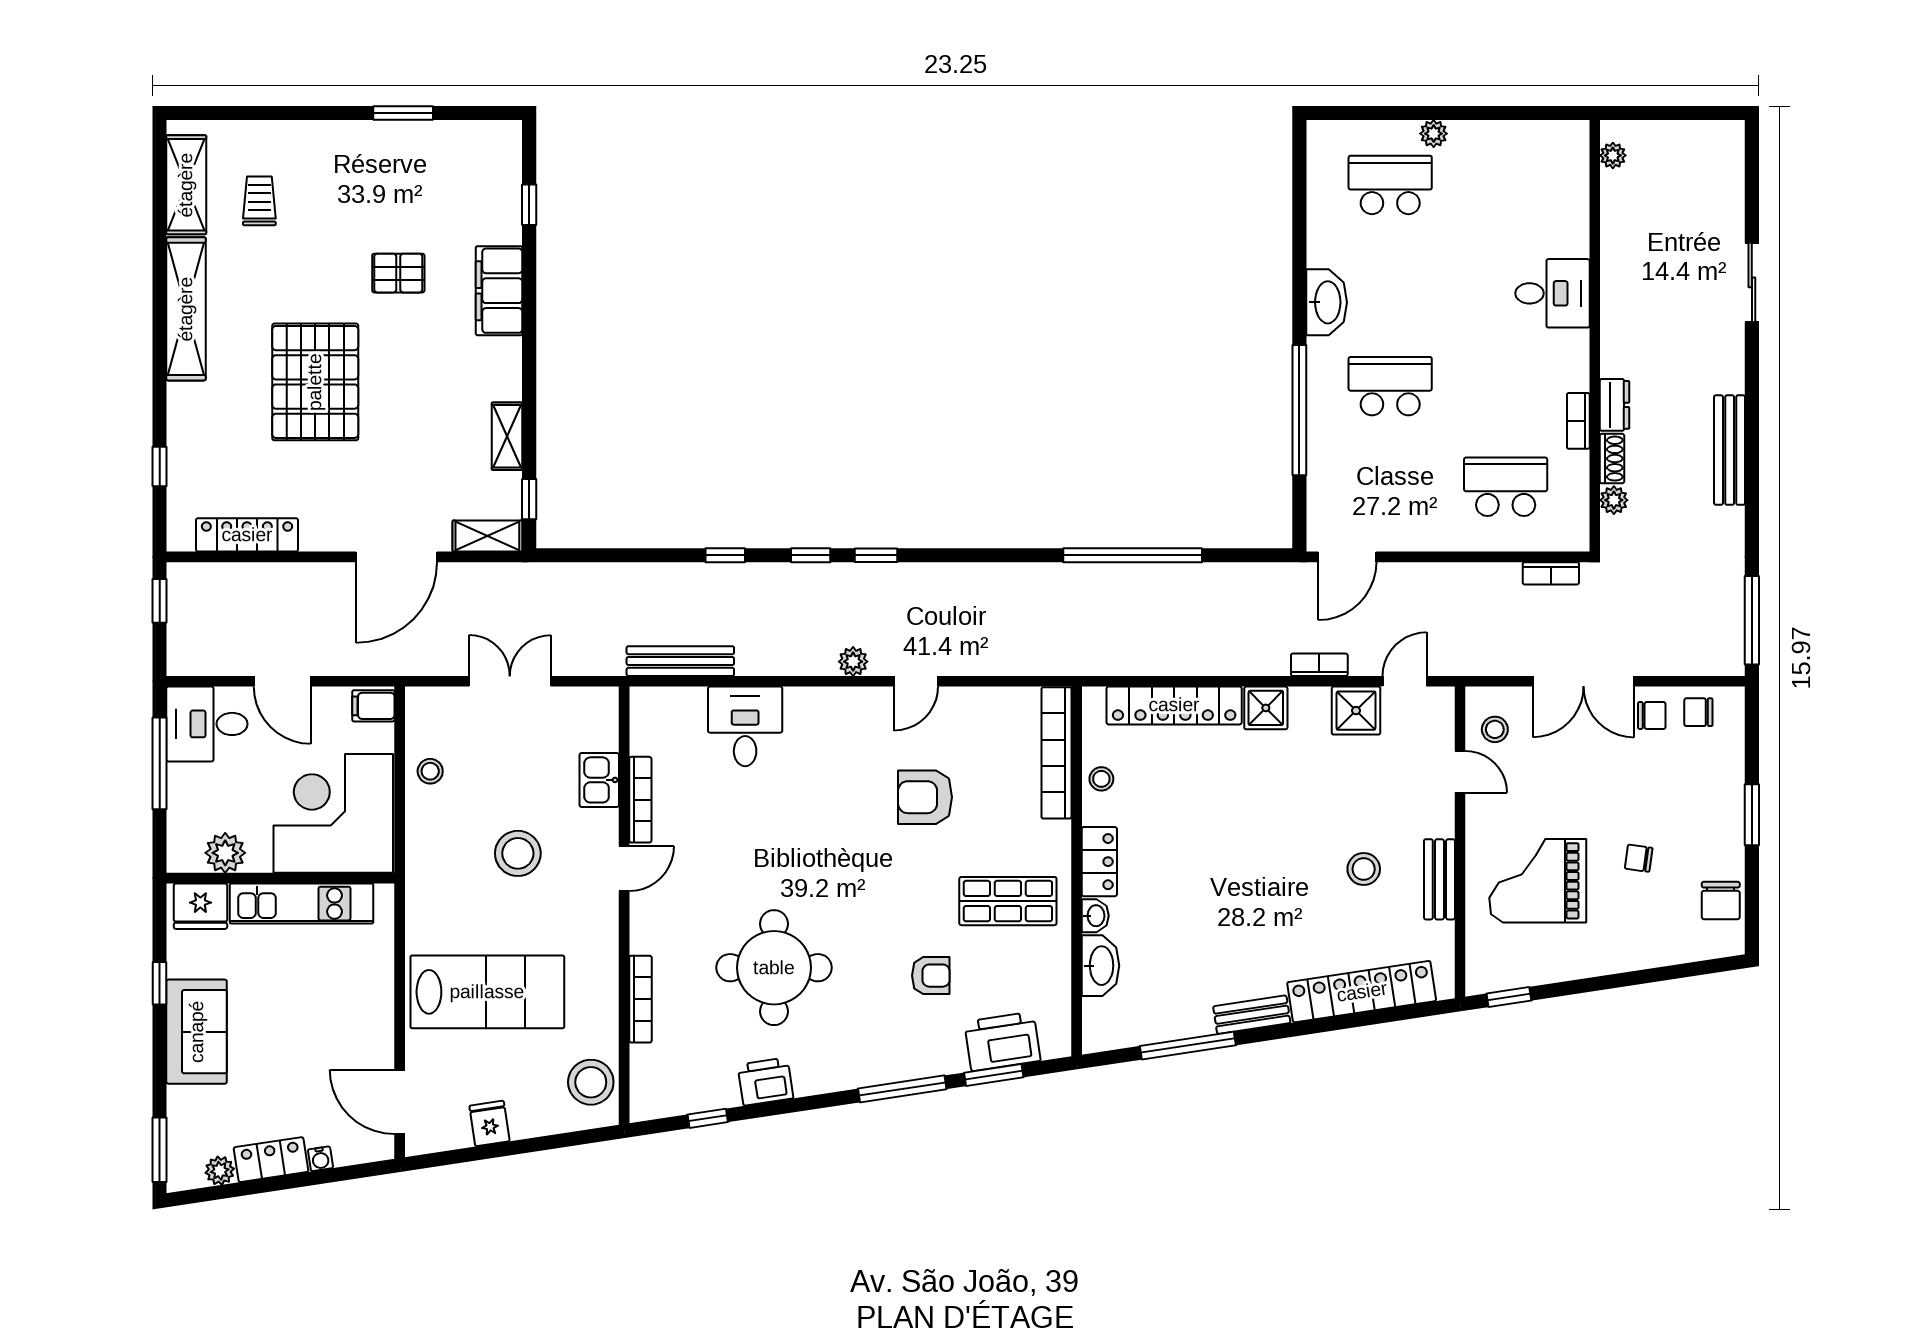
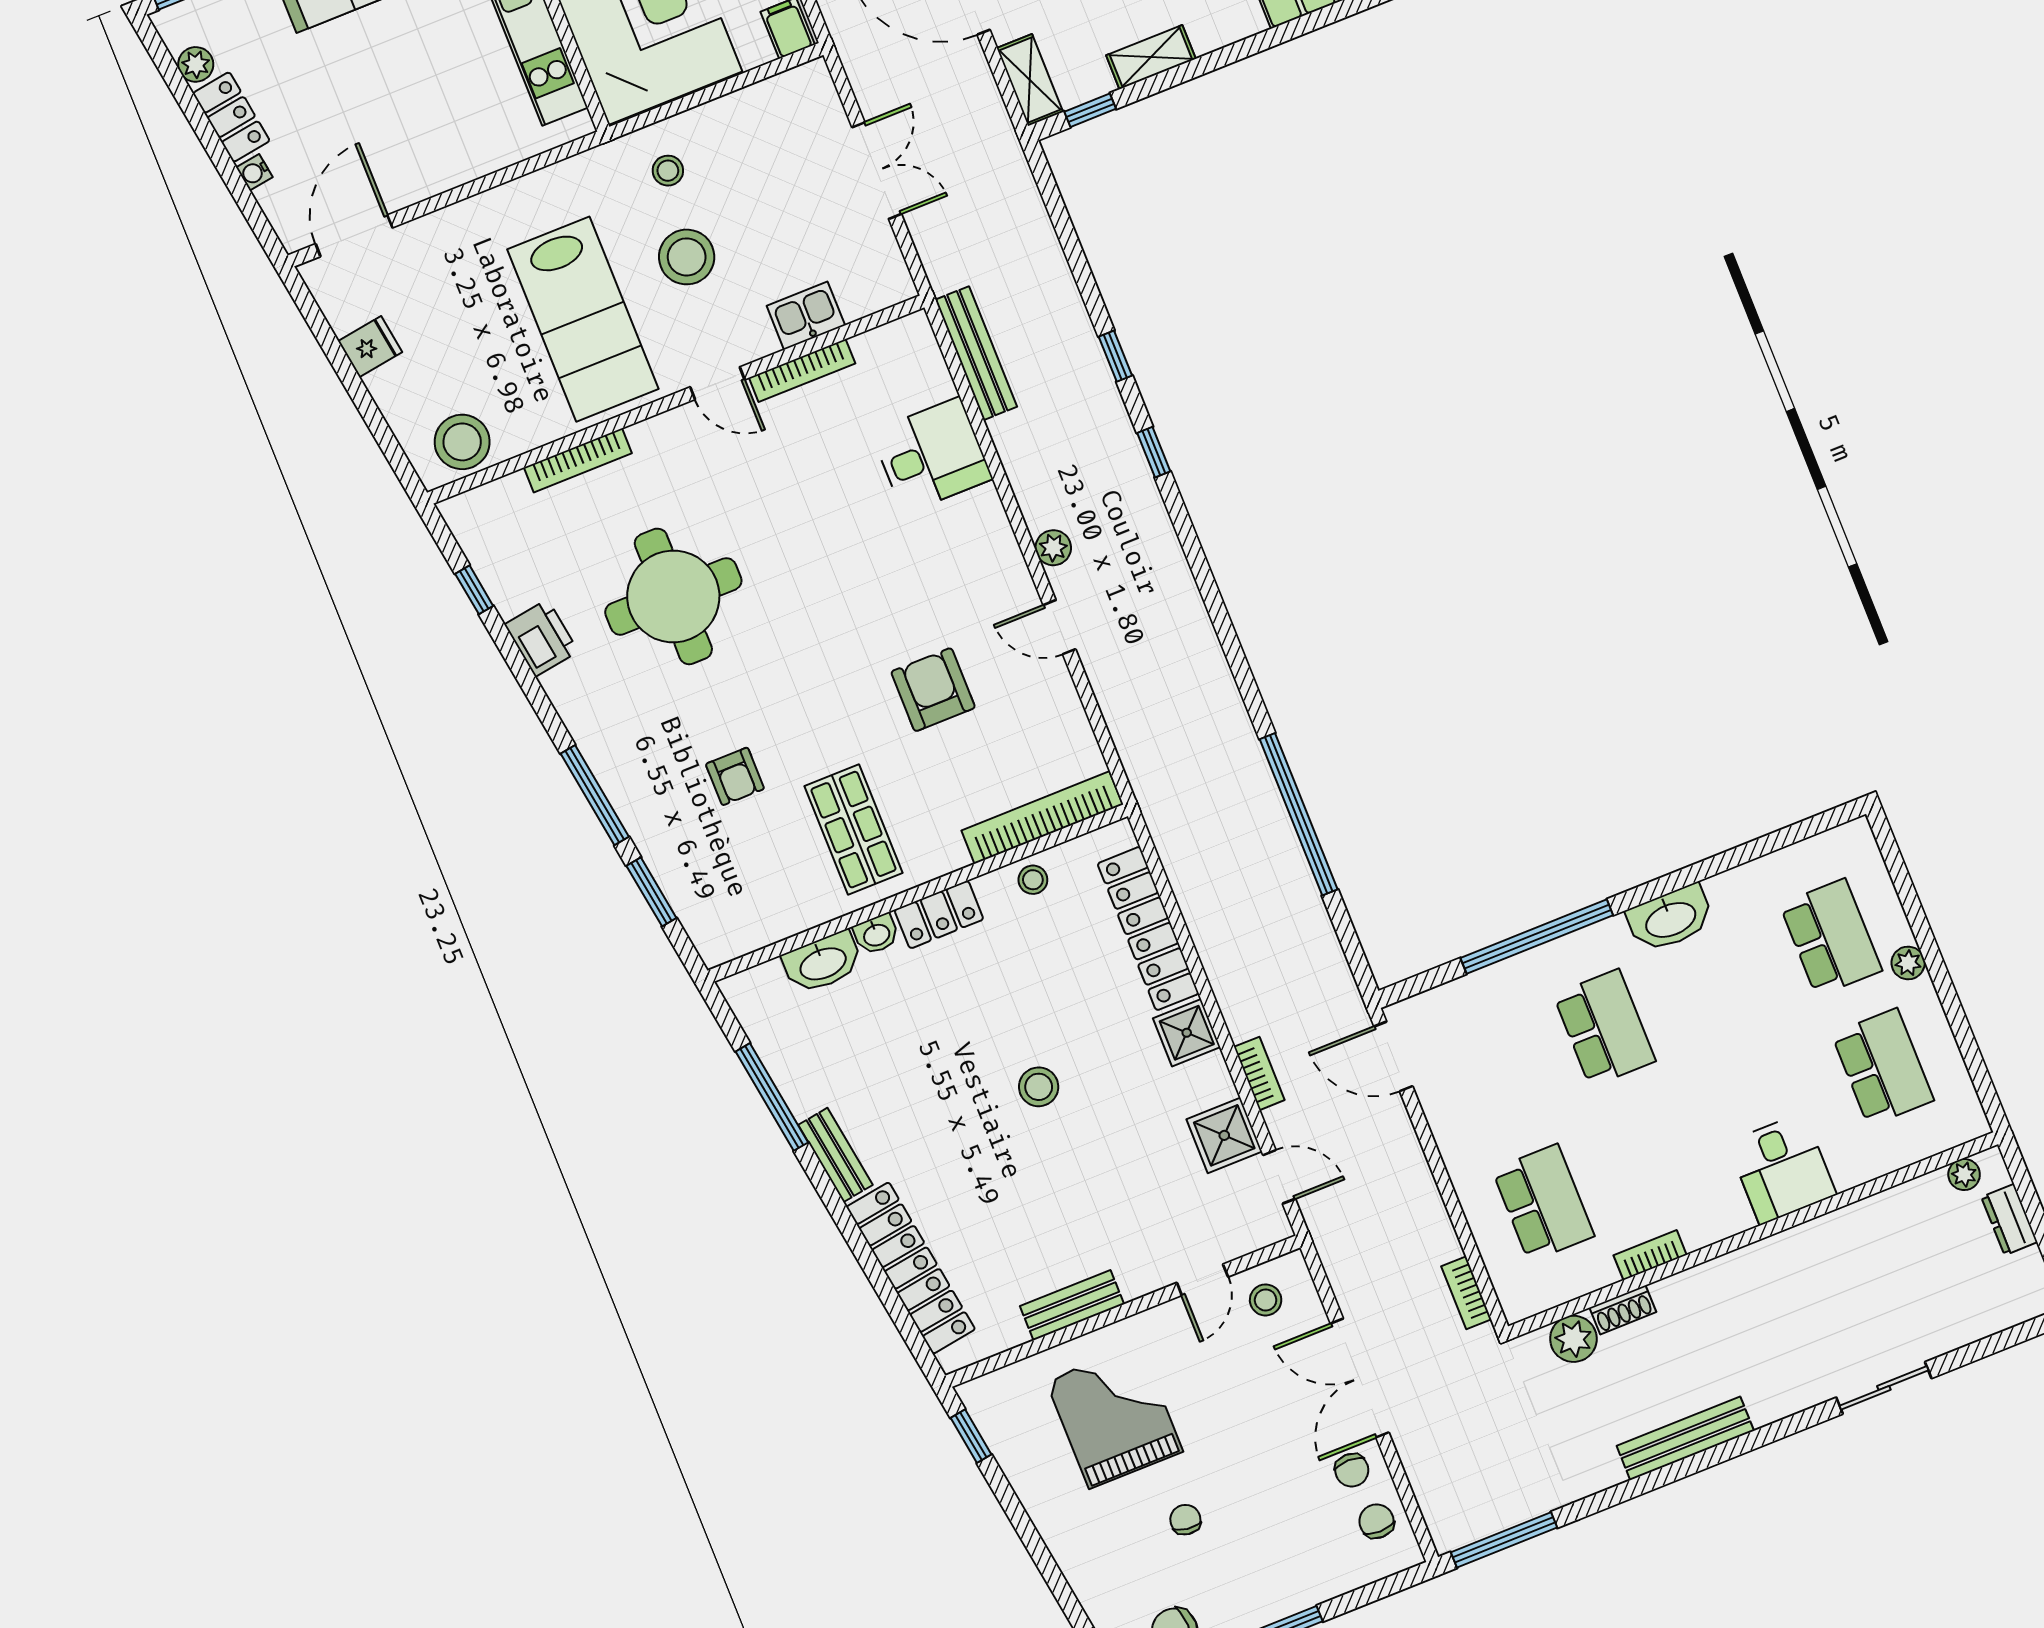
school desk: (1506, 185) -> (1883, 1067), added
dresser: (1615, 405) -> (2009, 1220), moved, turned 90
plant: (1614, 500) -> (1573, 1339), width x1.38, depth x1.38
window: (876, 555) -> (1183, 526), removed
stool: (430, 771) -> (668, 171), moved
stool: (1364, 869) -> (1039, 1087), moved
lab bench: (487, 992) -> (583, 319), moved
printer: (1002, 1041) -> (693, 886), removed

